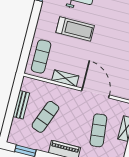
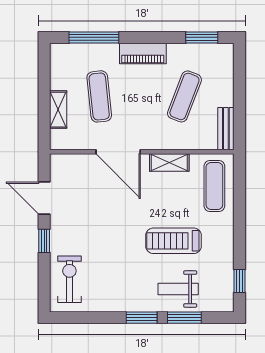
bench: (21, 105) -> (226, 129), moved

